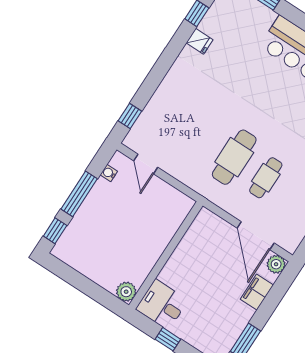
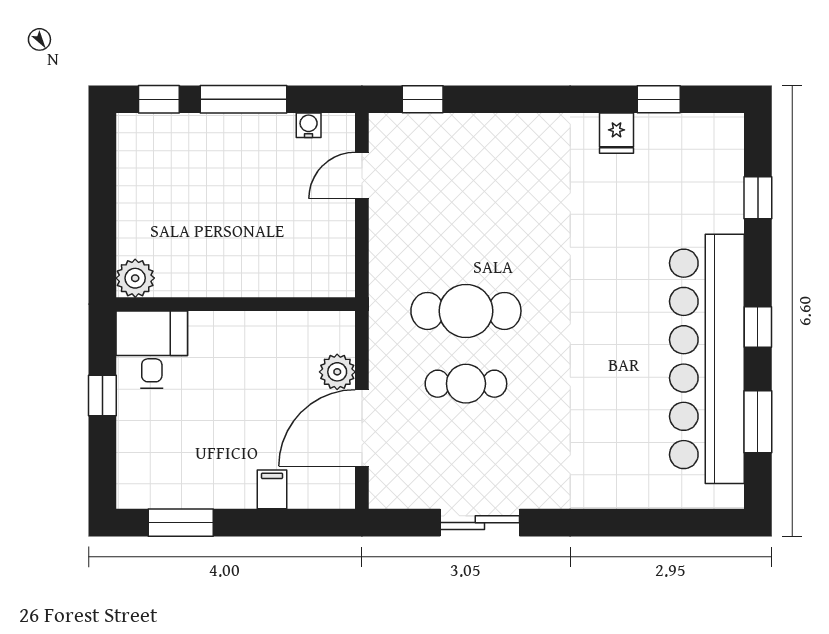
plant: (276, 264) -> (337, 372), moved
filing cabinet: (257, 292) -> (272, 489), width x0.50

